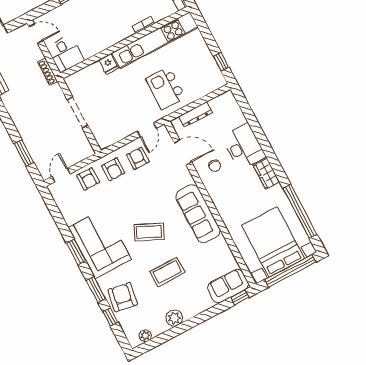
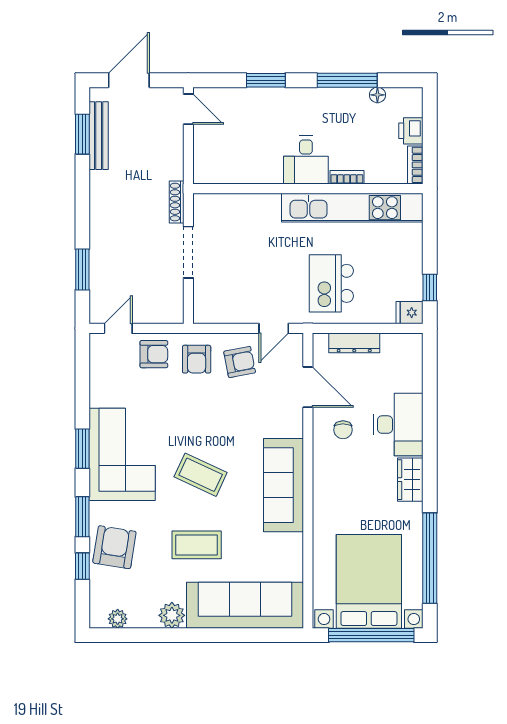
desk: (65, 54) -> (306, 160), moved
fridge: (109, 64) -> (410, 313), moved, turned 90
shoe rack: (48, 72) -> (177, 202), moved
armchair: (138, 158) -> (240, 362), turned 79
armchair: (88, 179) -> (154, 354), turned -90
sofa: (228, 286) -> (245, 605), width x1.85, depth x1.27
window: (240, 297) -> (280, 635), removed

